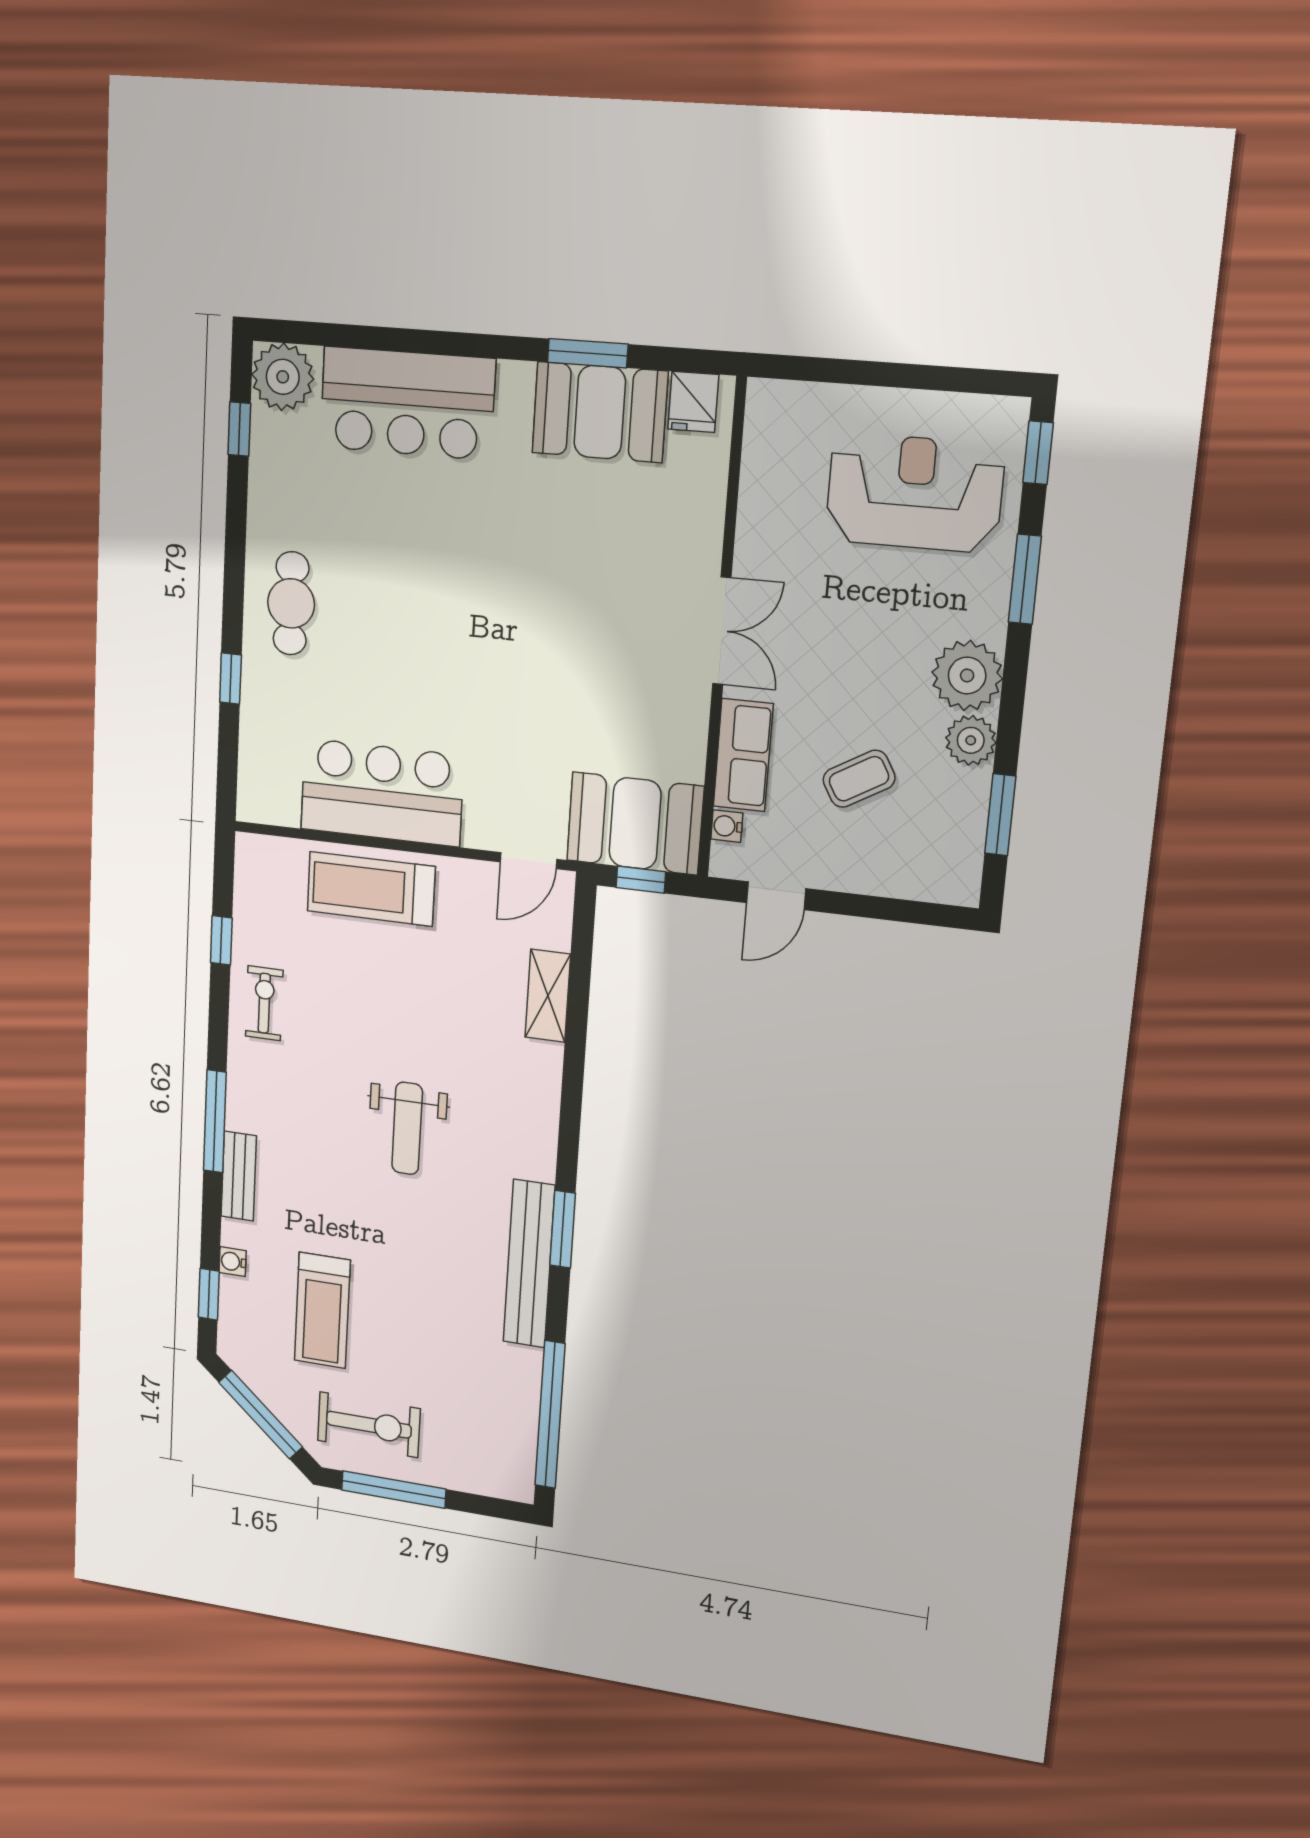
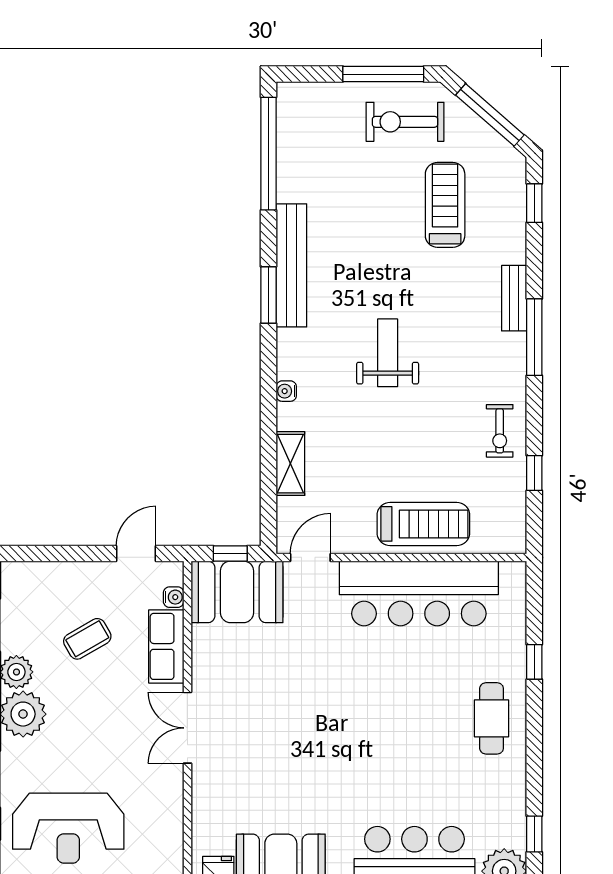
bar counter: (382, 792) -> (419, 593), width x1.36
water cooler: (233, 1262) -> (286, 391), moved, turned 180

